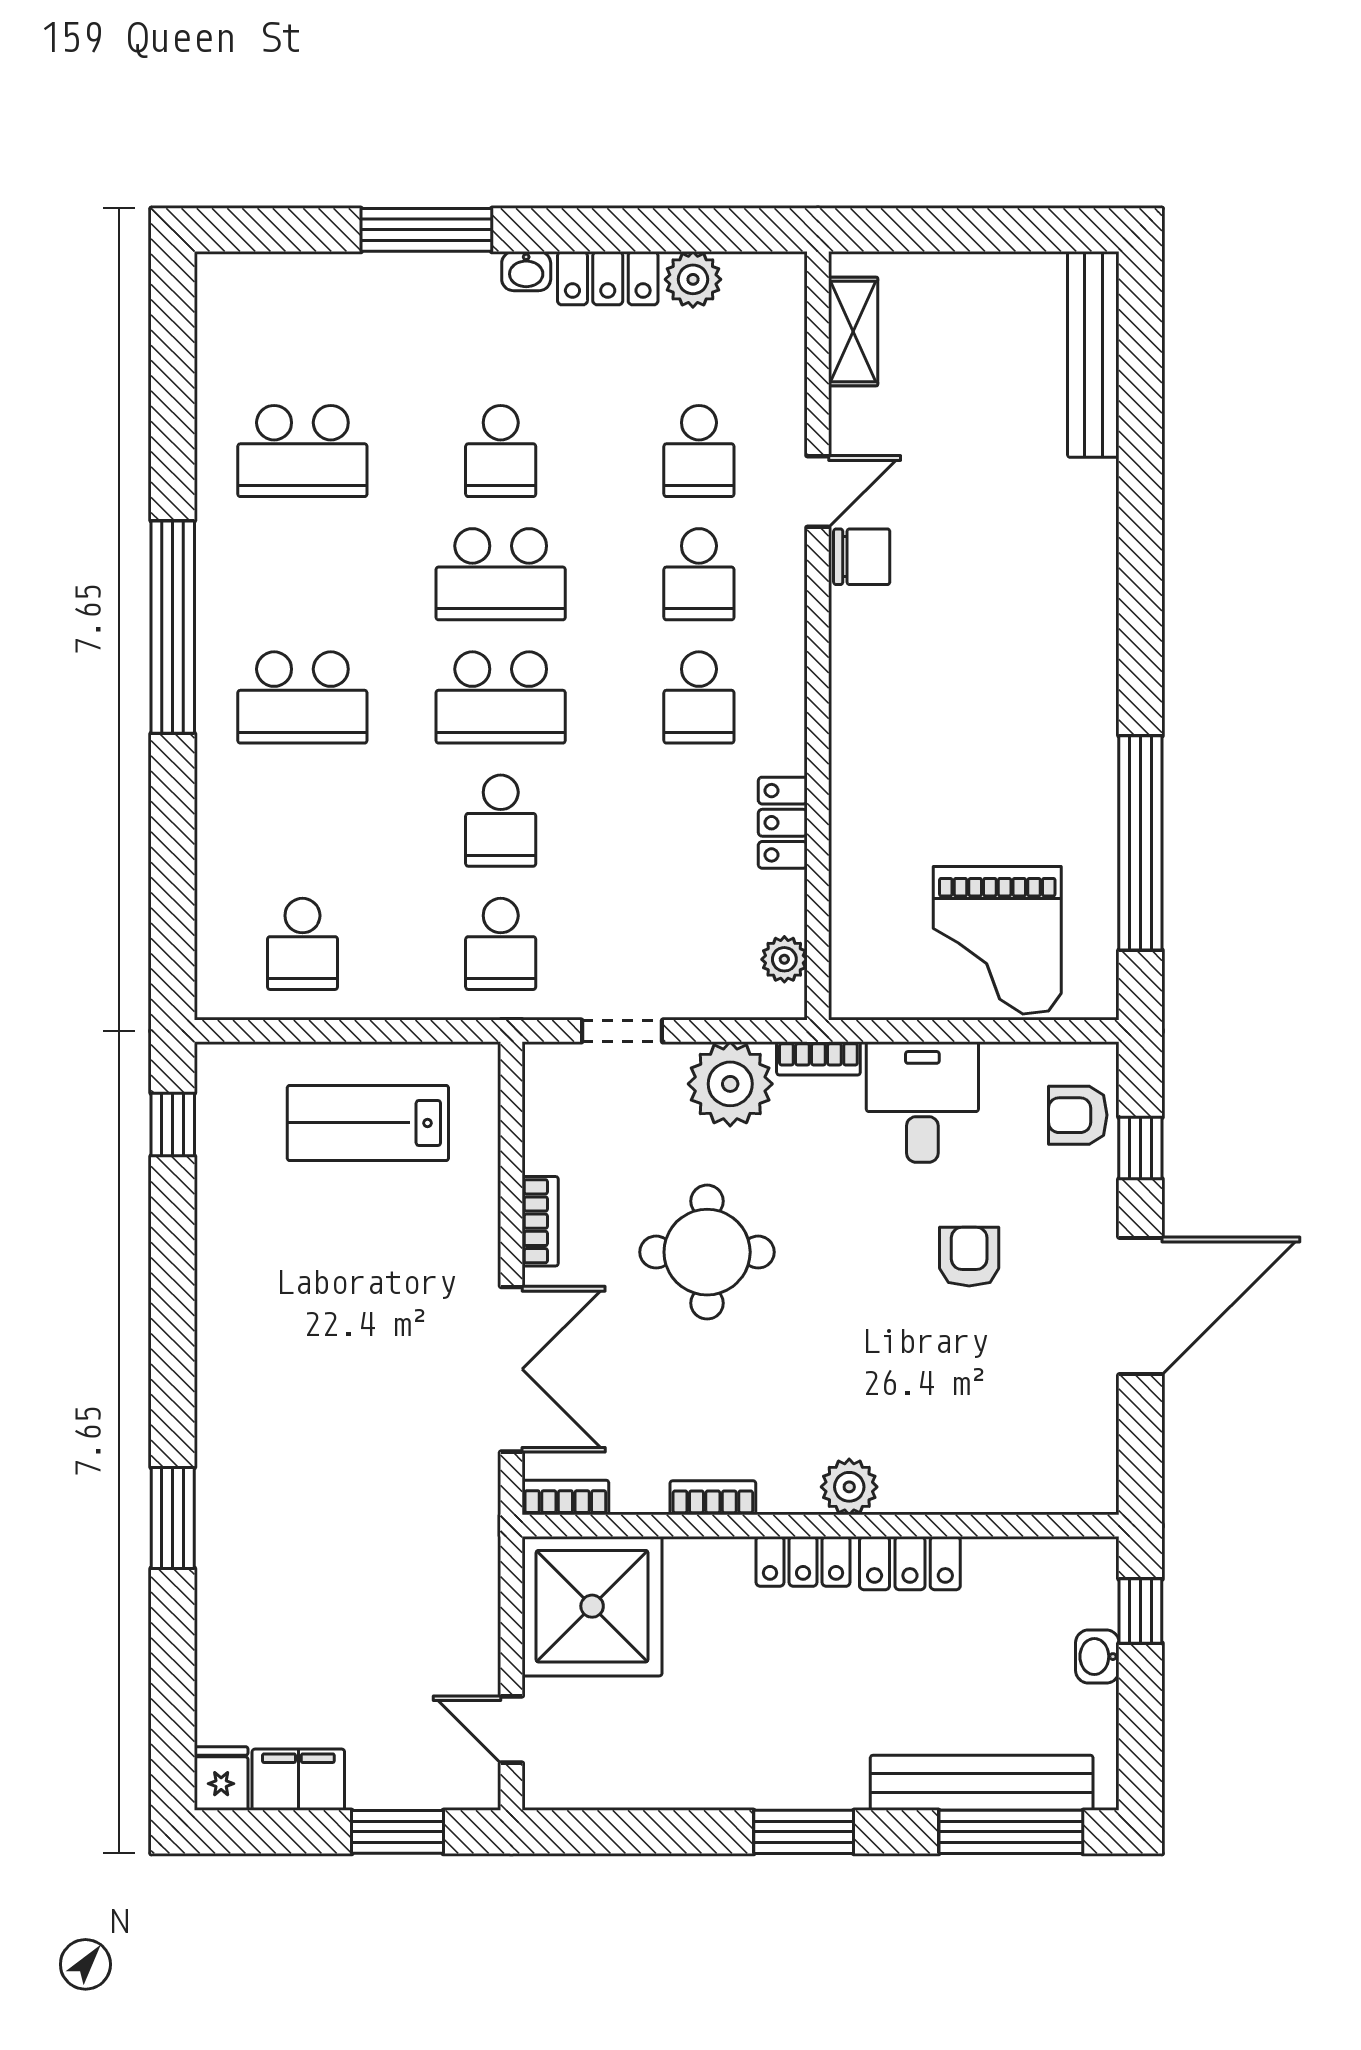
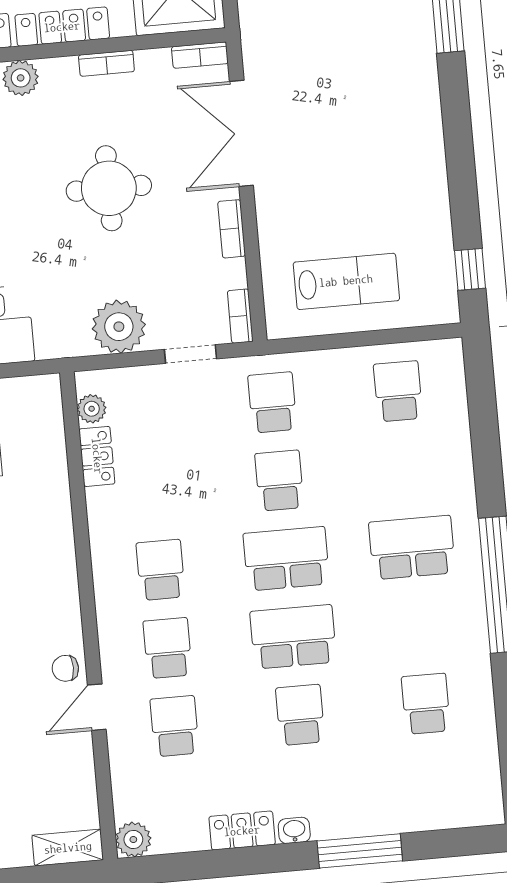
plant: (693, 279) -> (133, 840), moved
shelving: (853, 331) -> (68, 848), moved, turned 90
school desk: (302, 451) -> (426, 704), width x0.54
chair: (862, 557) -> (65, 668), width x0.73, depth x0.73
locker: (783, 823) -> (97, 456), moved
bookcase: (818, 1058) -> (240, 316), moved, turned -90
round table: (707, 1252) -> (109, 188), moved
locker: (803, 1561) -> (62, 27), width x1.53

